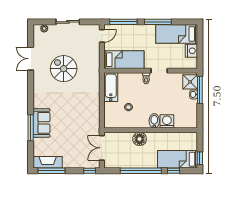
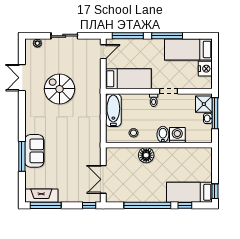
bidet: (154, 121) -> (163, 135), moved
washing machine: (167, 121) -> (177, 135), moved
wall: (151, 130) -> (159, 145), moved
floor lamp: (140, 139) -> (146, 155), moved

